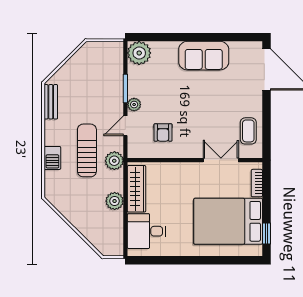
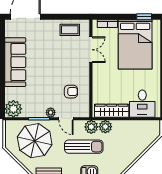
sofa: (204, 56) -> (15, 62), width x1.36
parasol: (95, 83) -> (35, 141), added
sun lounger: (87, 150) -> (84, 147), turned 180
double door: (221, 160) -> (91, 50), swing flipped
plant: (115, 201) -> (105, 127), moved

